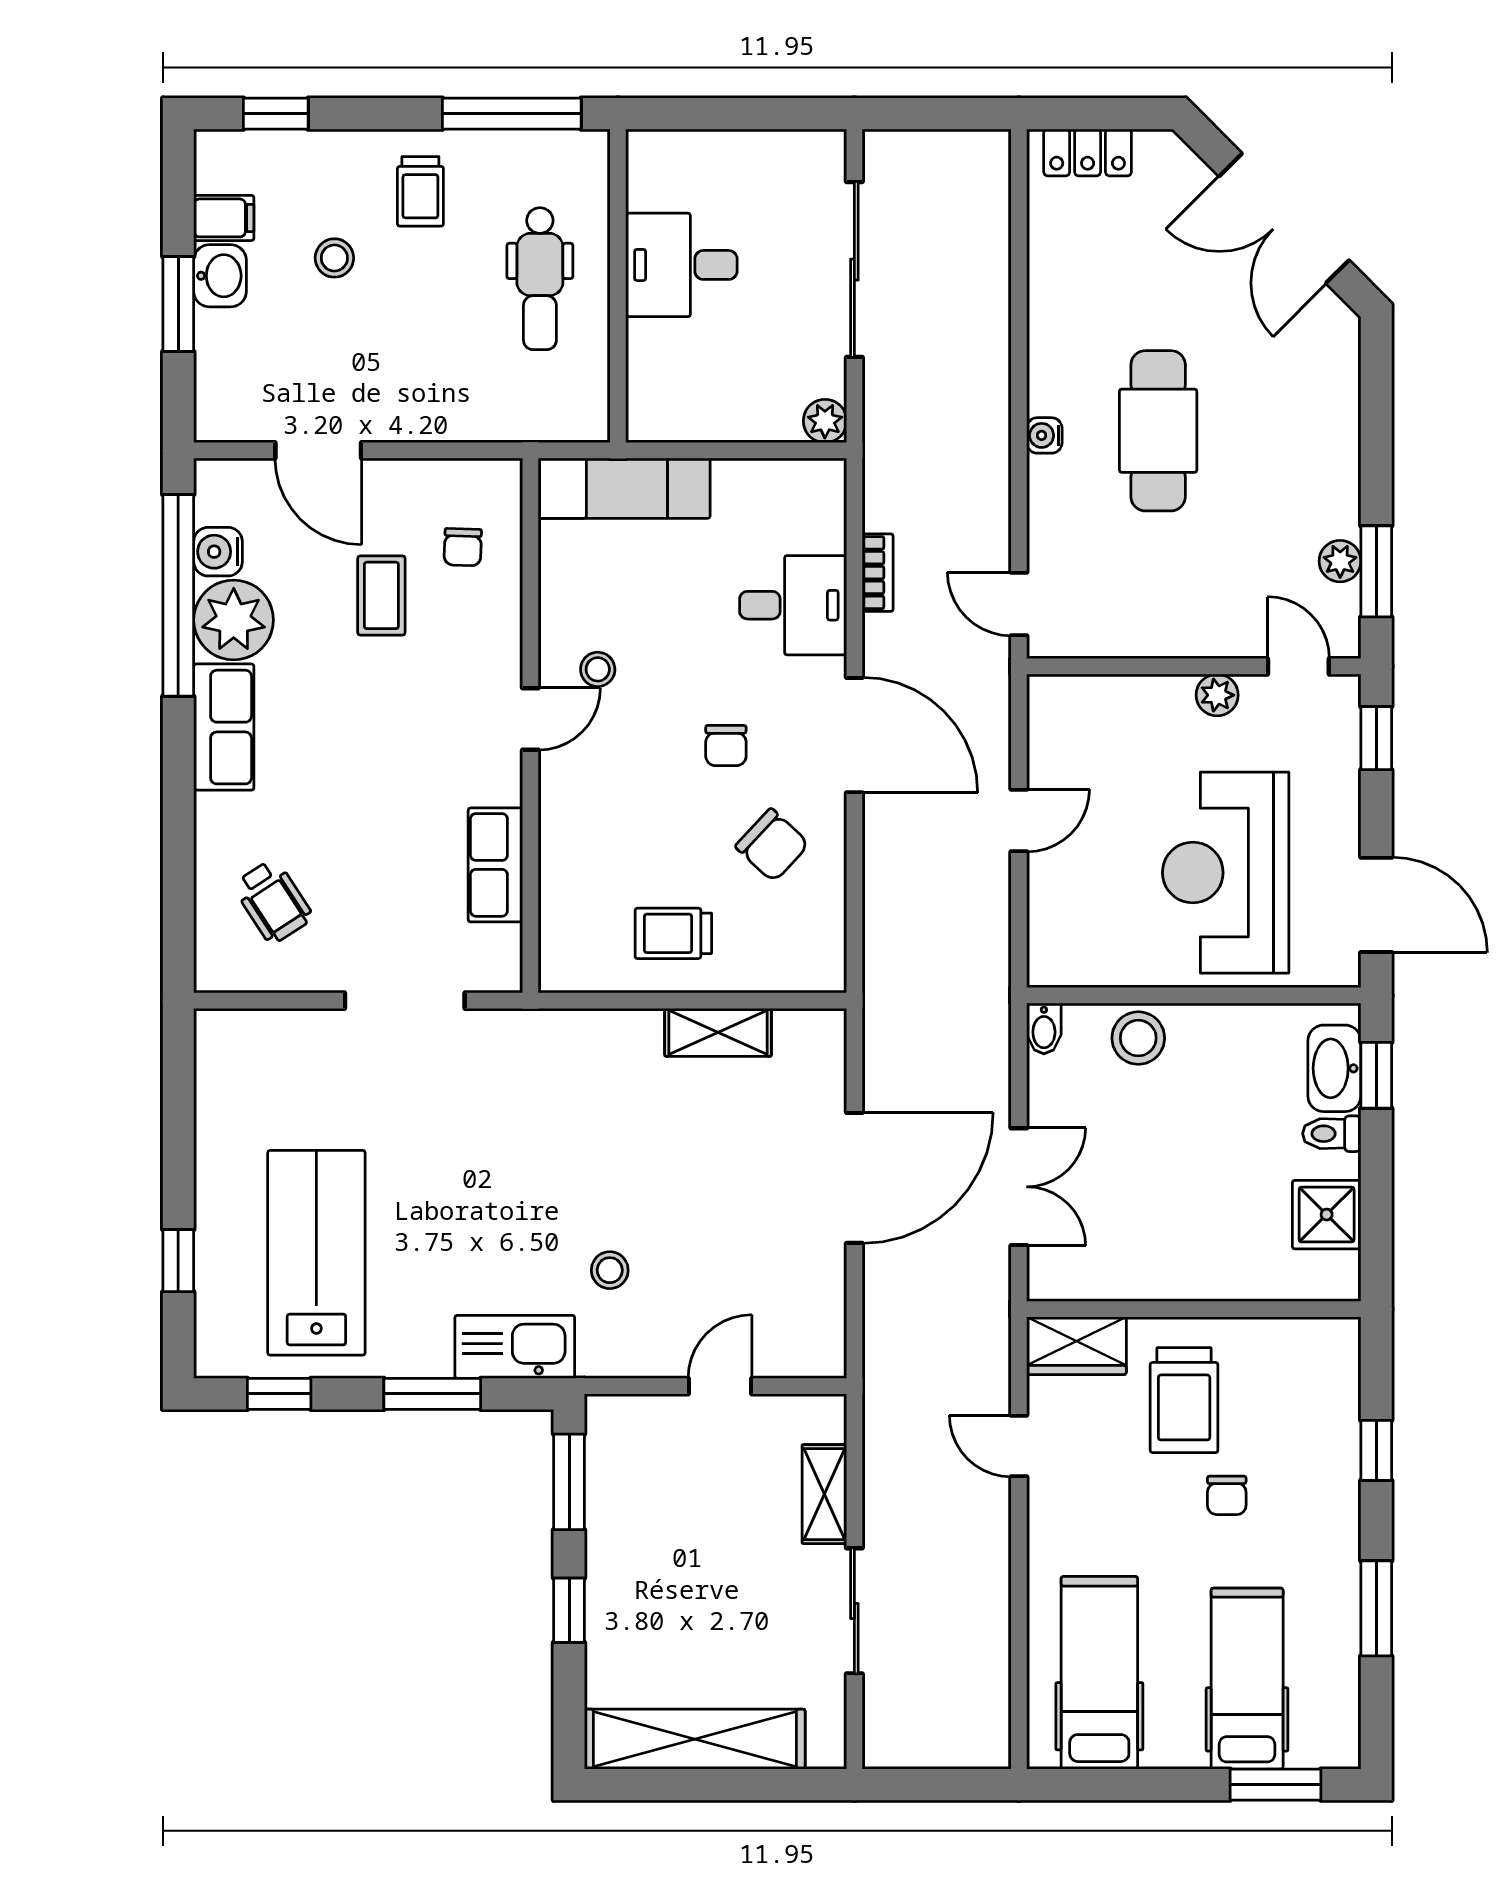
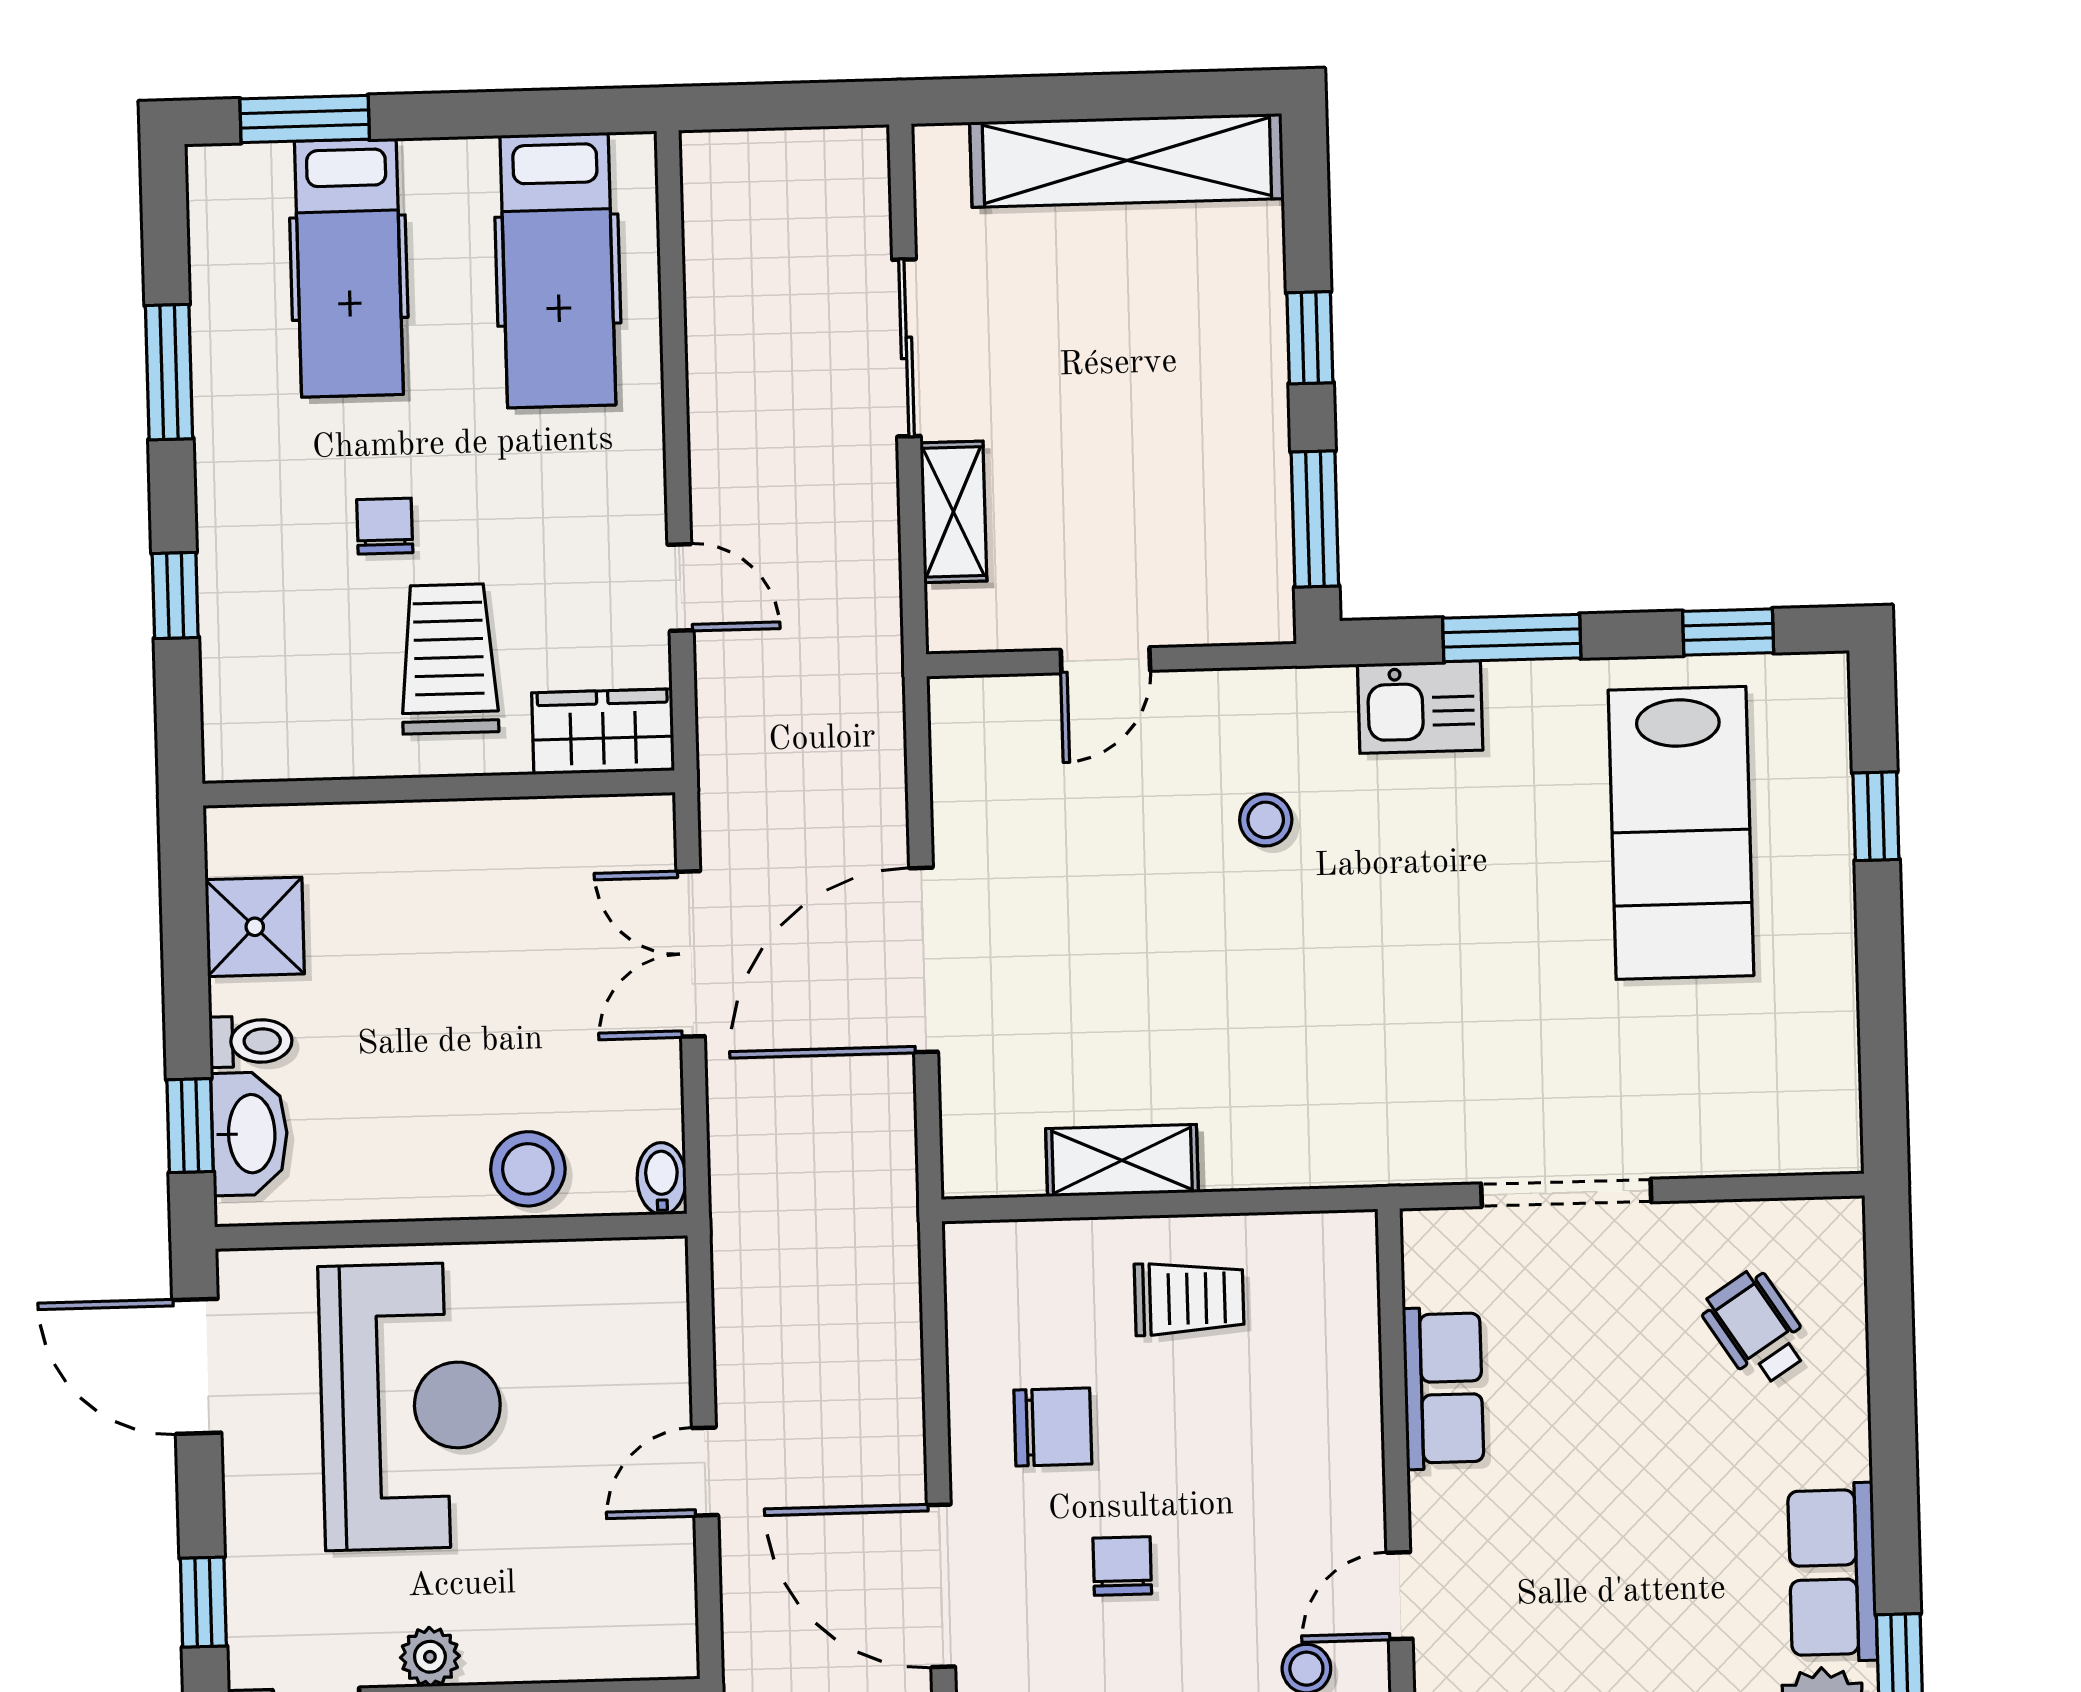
chair: (772, 845) -> (1053, 1427), turned 137
kitchen sink: (515, 1347) -> (1420, 707), width x0.73

